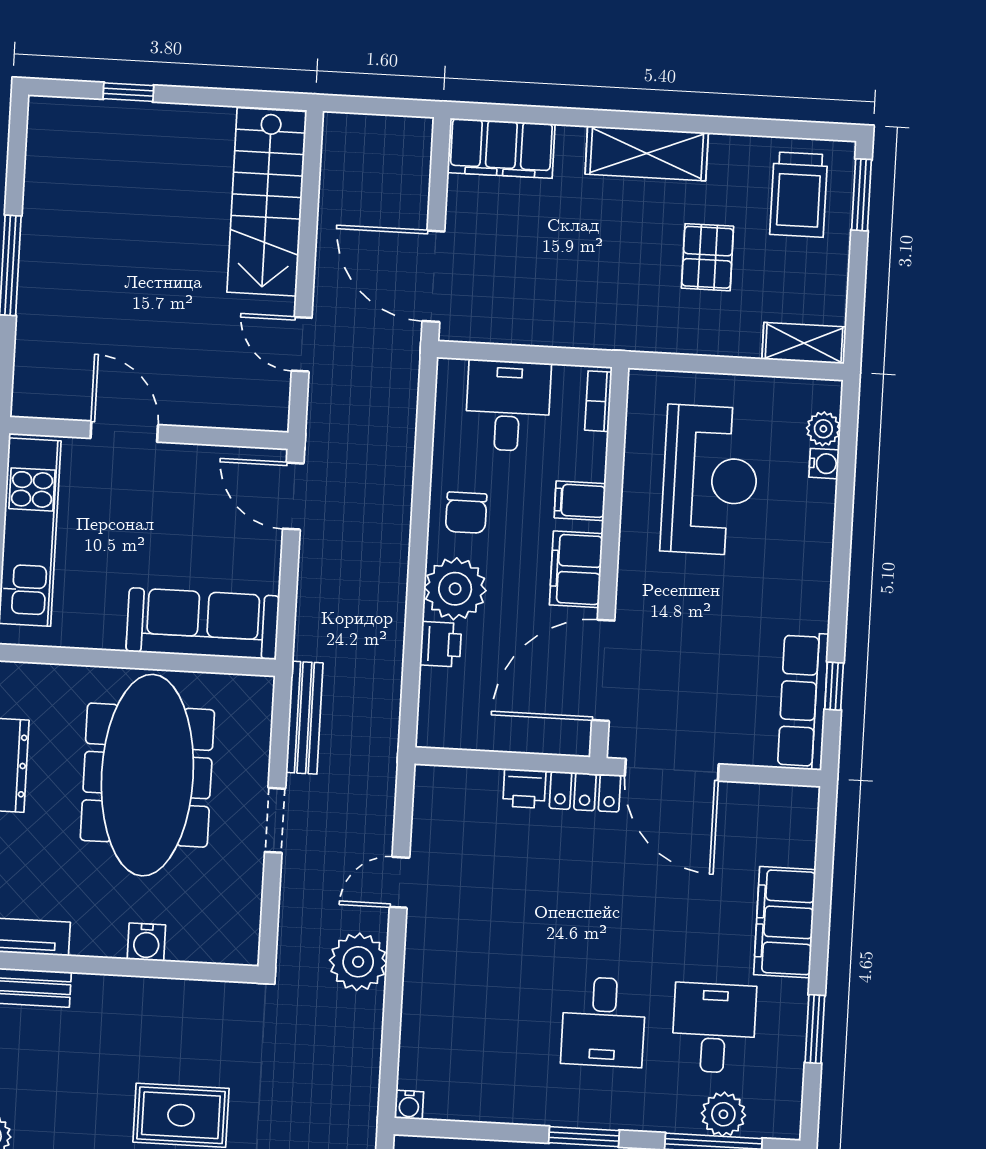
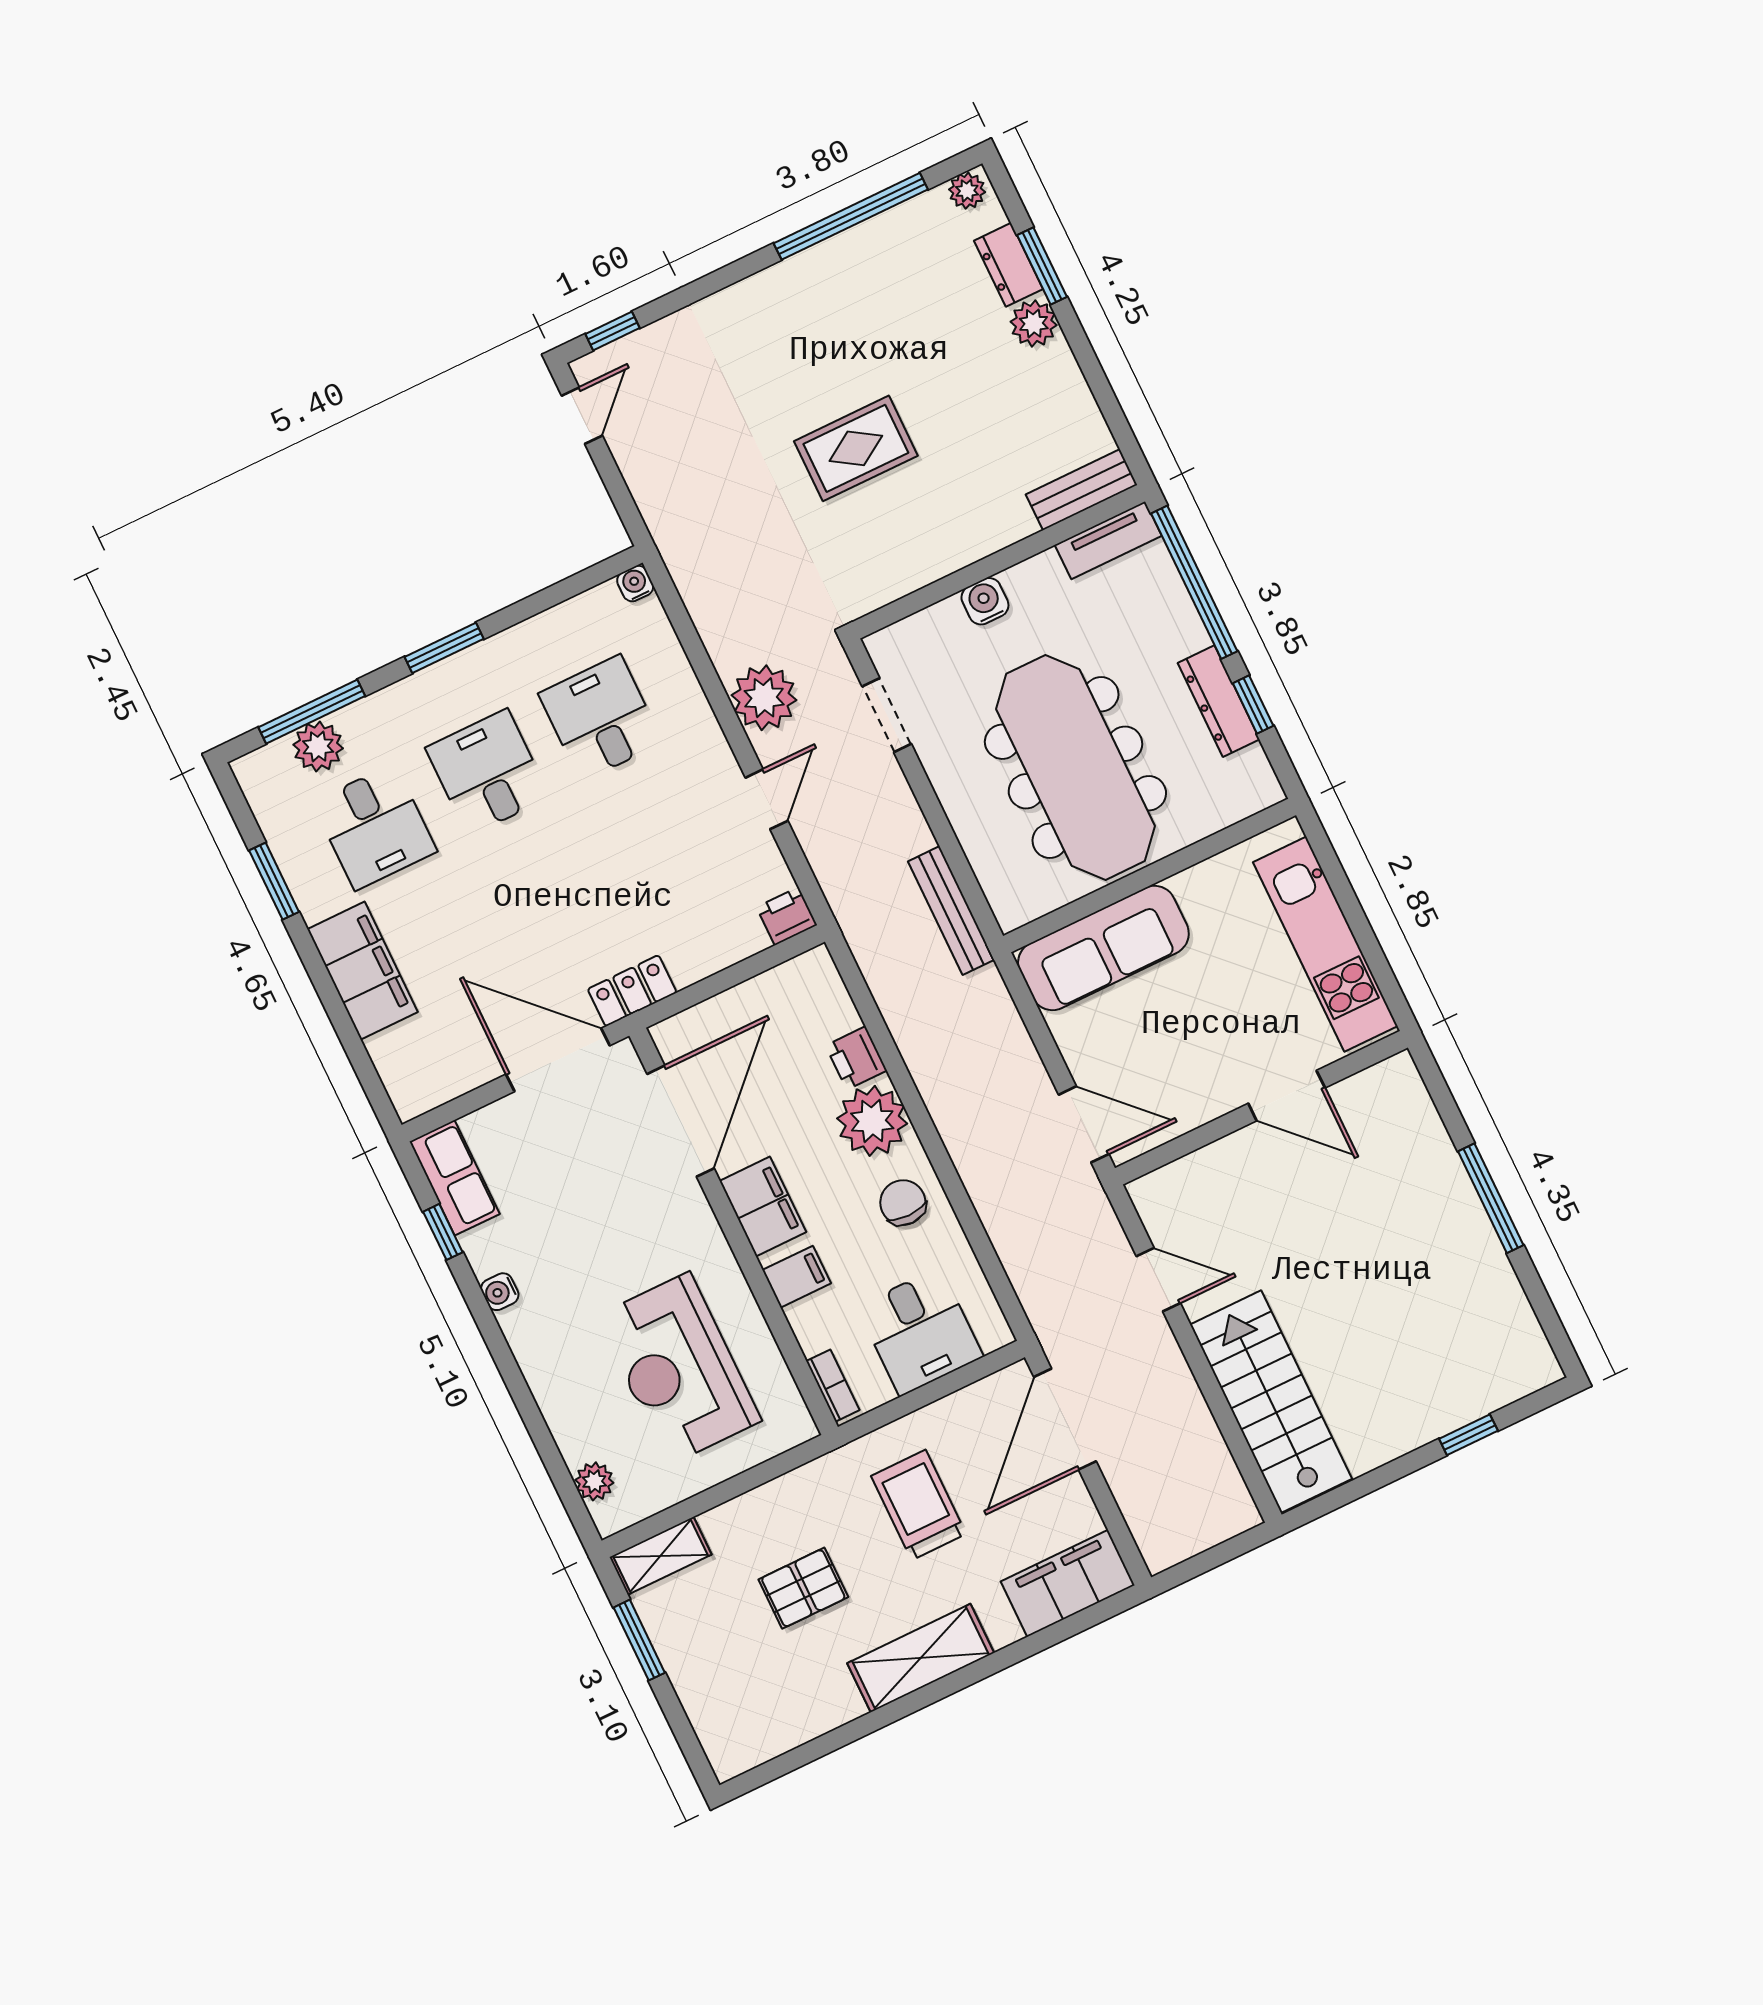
trolley: (799, 195) -> (919, 1505), moved
window: (862, 195) -> (639, 1640), moved
pallet: (708, 257) -> (803, 1588), turned 90
door: (433, 276) -> (1065, 1419), swing flipped
water cooler: (824, 464) -> (500, 1292), moved
row of seats: (803, 701) -> (455, 1178), width x0.68
printer: (524, 789) -> (787, 916), moved
doorway: (275, 820) -> (887, 715), moved
desk: (493, 1016) -> (601, 718), added

